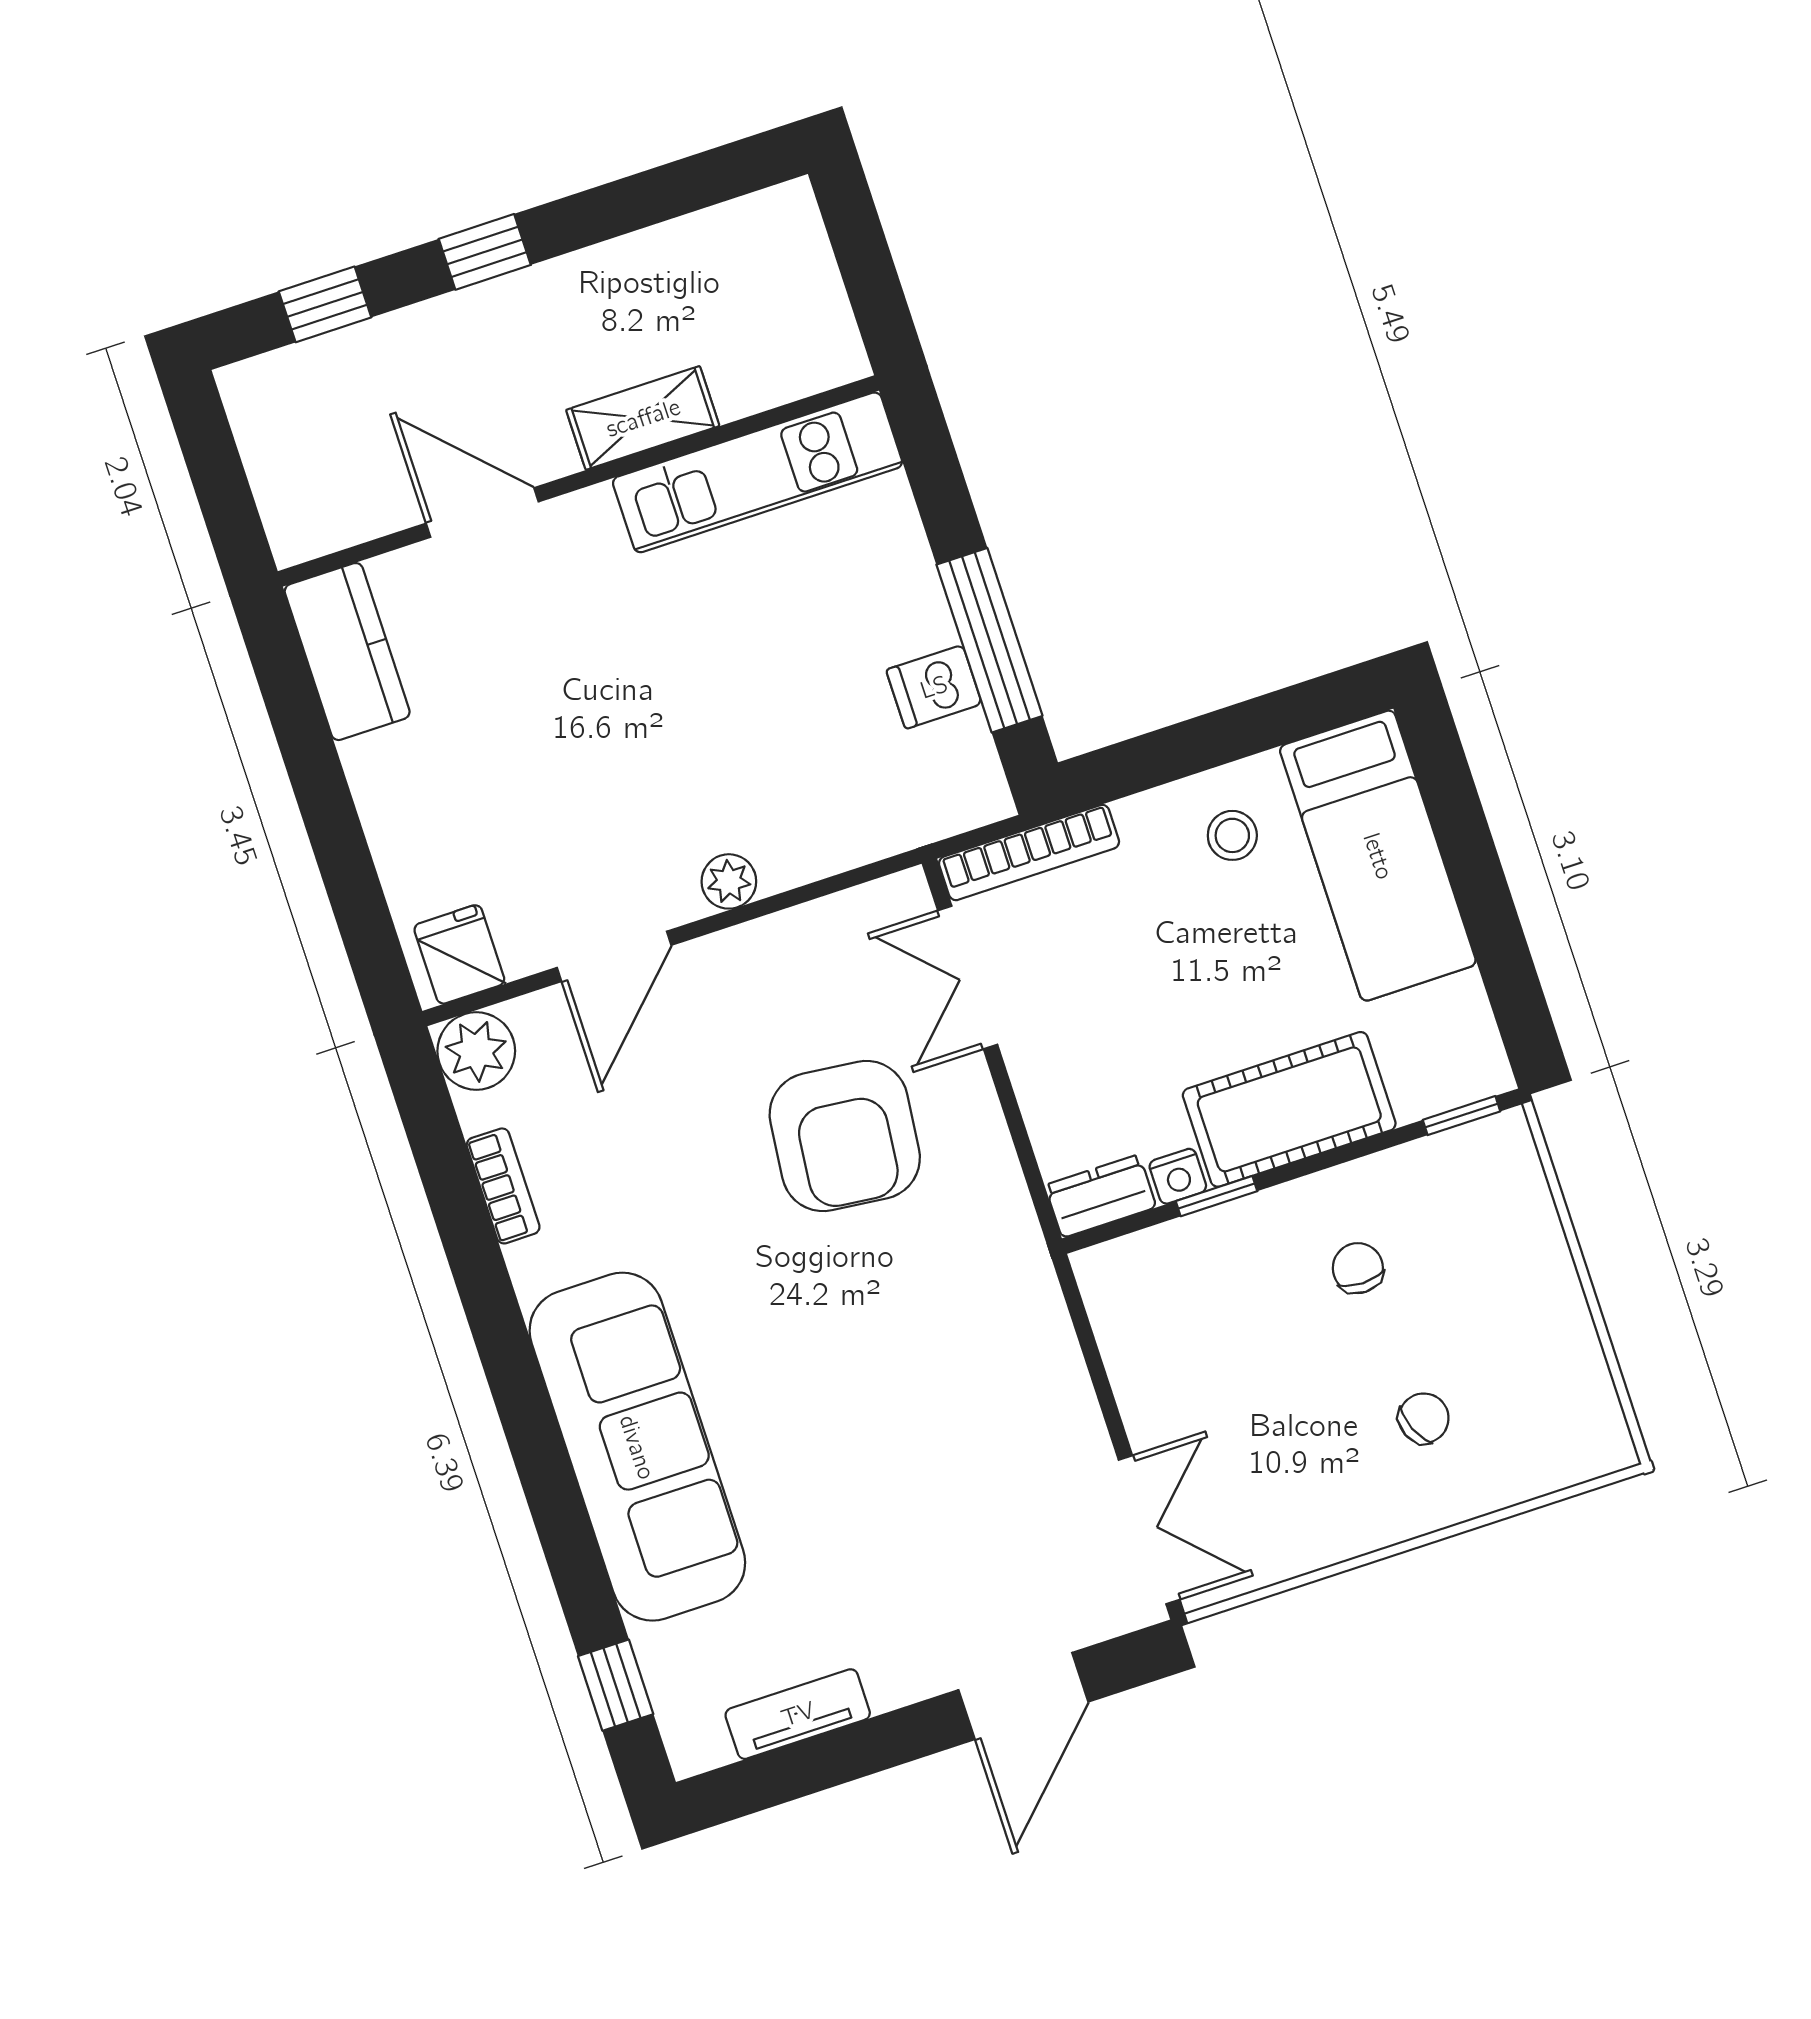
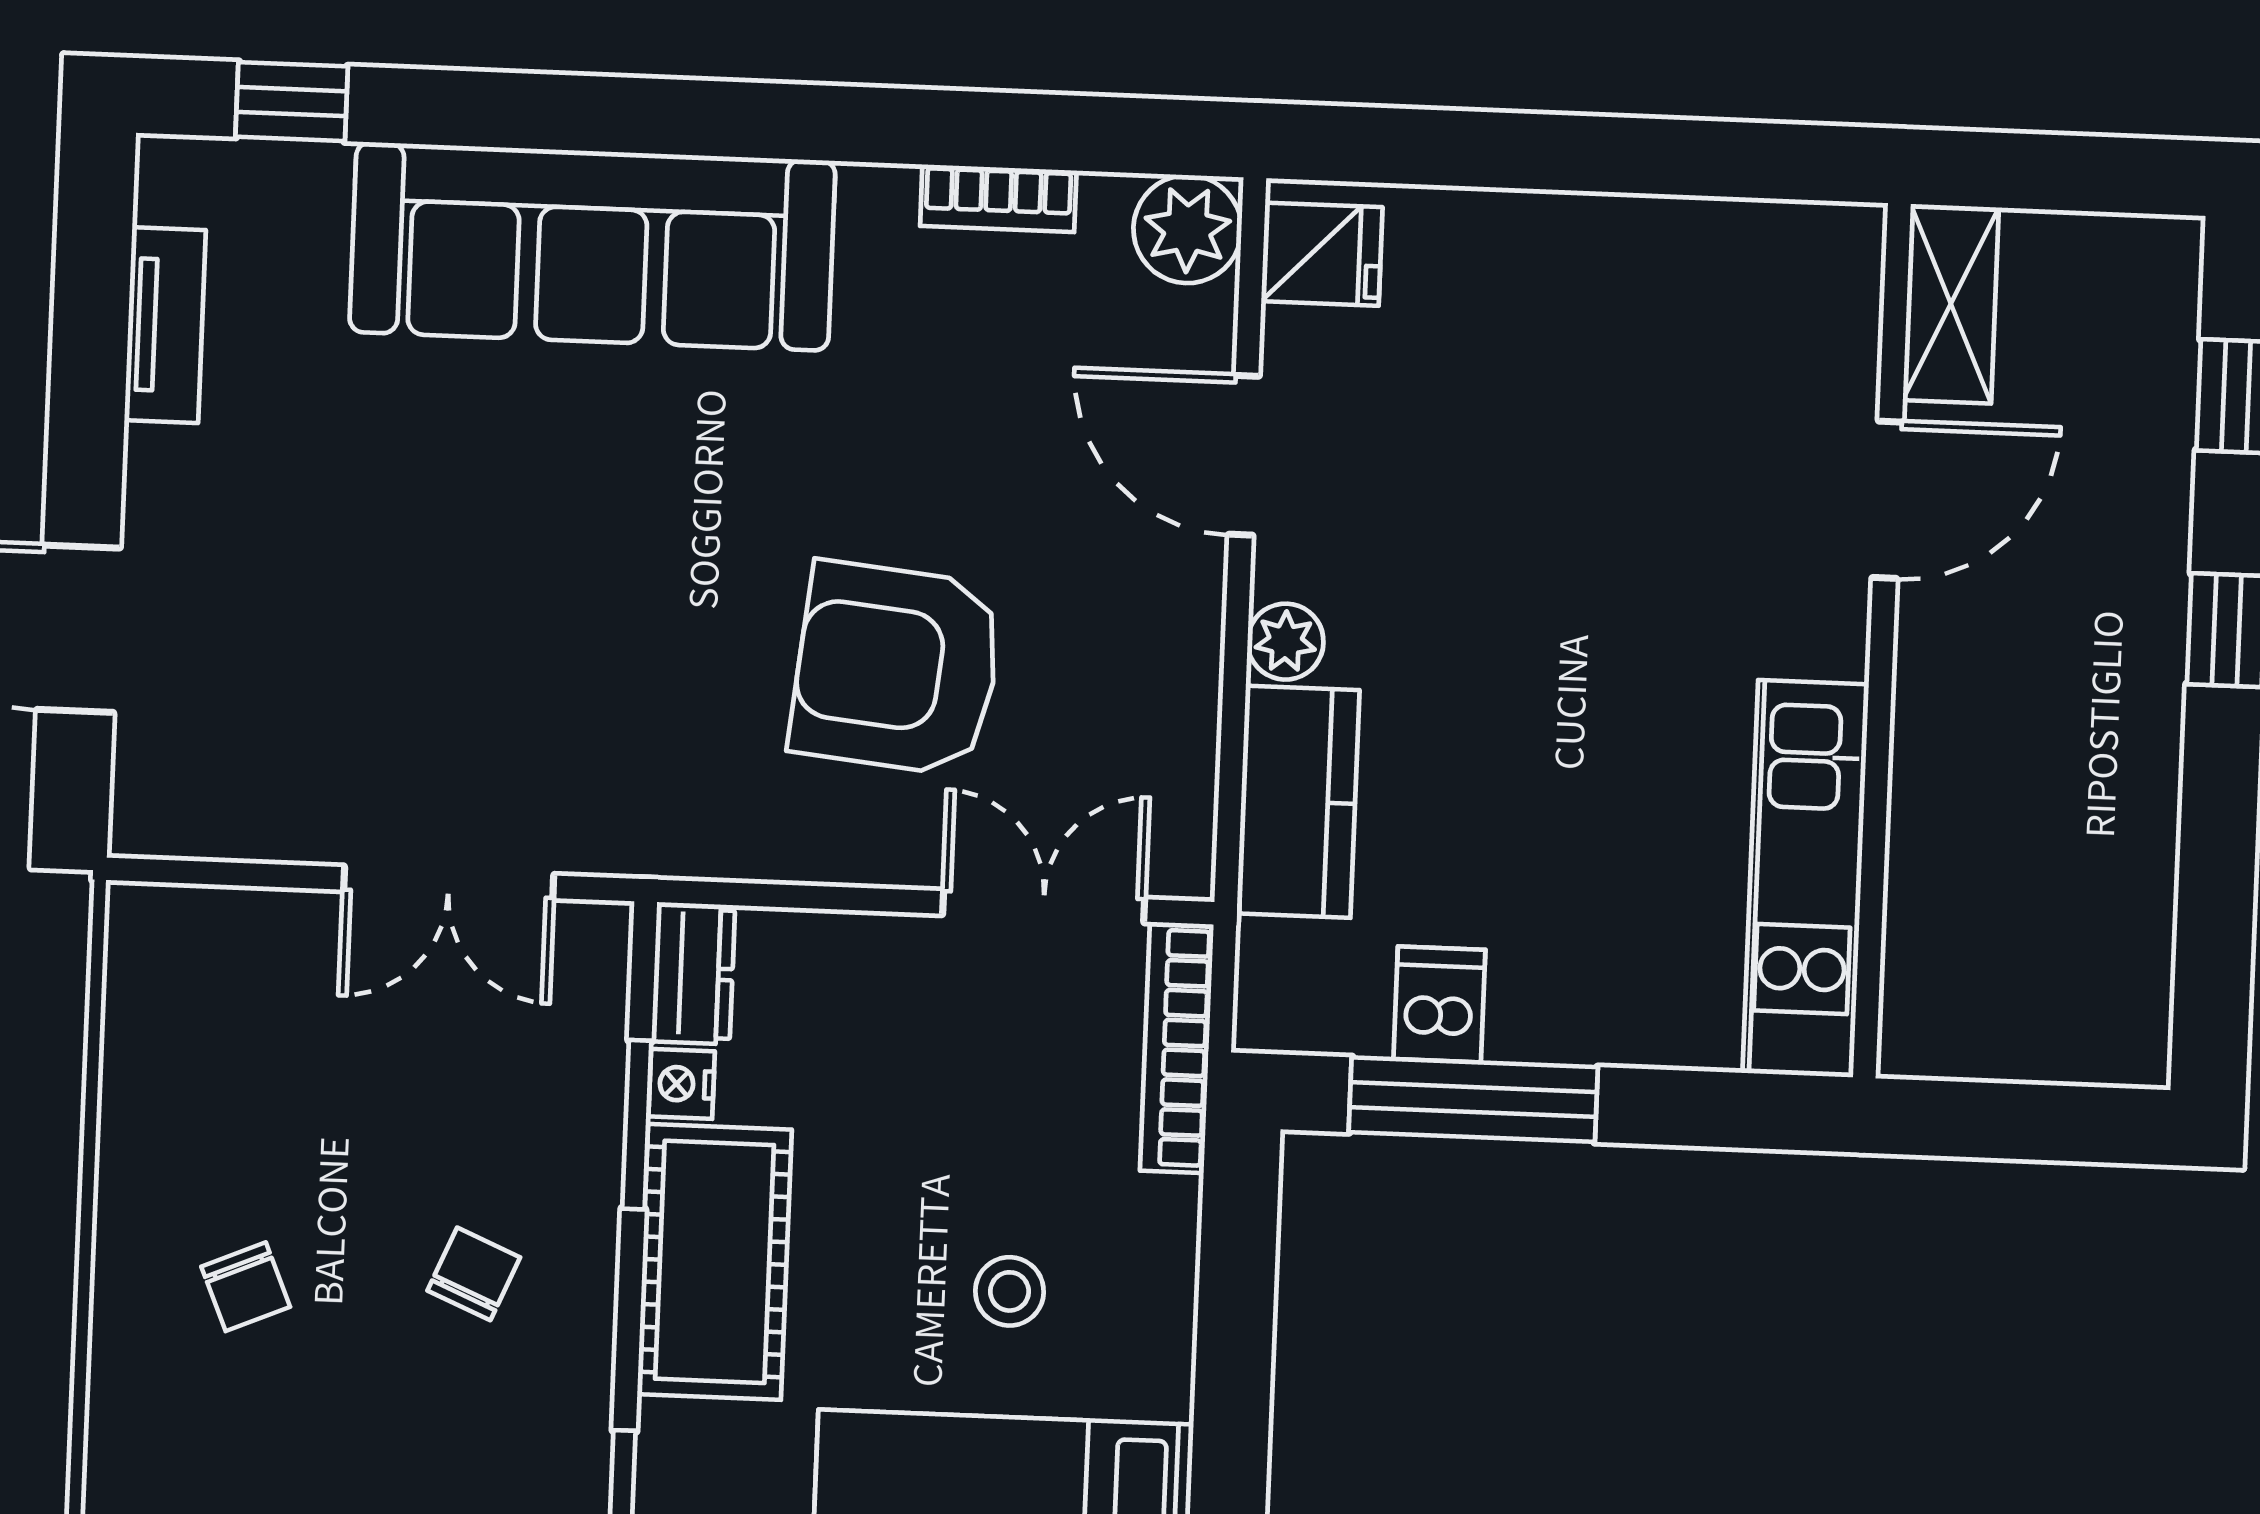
shelving: (643, 418) -> (1951, 304), moved
kitchen counter: (347, 652) -> (1298, 802), moved, turned -90
stool: (1232, 835) -> (1009, 1291), moved
window: (1217, 1196) -> (637, 1125), width x1.50
chair: (1358, 1268) -> (474, 1274), turned -67
double door: (1149, 1530) -> (449, 883), moved

